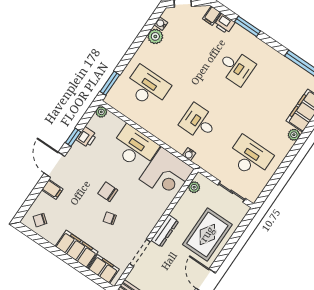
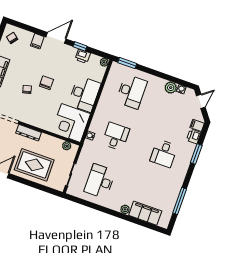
desk: (250, 157) -> (100, 181), turned 180

